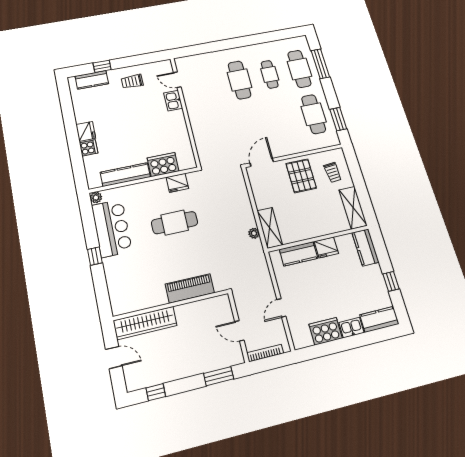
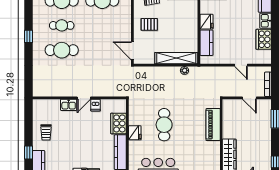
window: (246, 41) -> (29, 36), added
door: (177, 80) -> (84, 98), moved
dishwasher: (180, 132) -> (95, 105), added
pallet: (301, 176) -> (149, 24), width x0.67, depth x0.71
fridge: (177, 183) -> (135, 133), moved
shelving: (270, 228) -> (176, 58), width x1.47
door: (239, 331) -> (249, 98), hinge flipped

